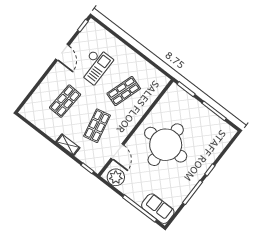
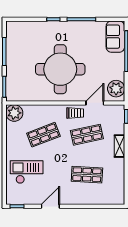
checkout: (95, 66) -> (27, 172), moved
plant: (159, 81) -> (14, 113), added
shop shelf: (124, 91) -> (43, 135), turned -39
trolley: (122, 130) -> (75, 113), added

